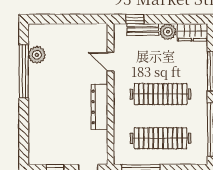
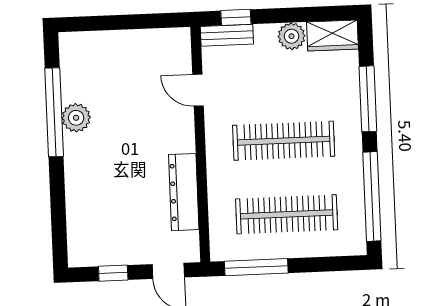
bench: (143, 30) -> (227, 35), moved
plant: (37, 55) -> (76, 118), moved
dresser: (99, 107) -> (184, 192), moved

